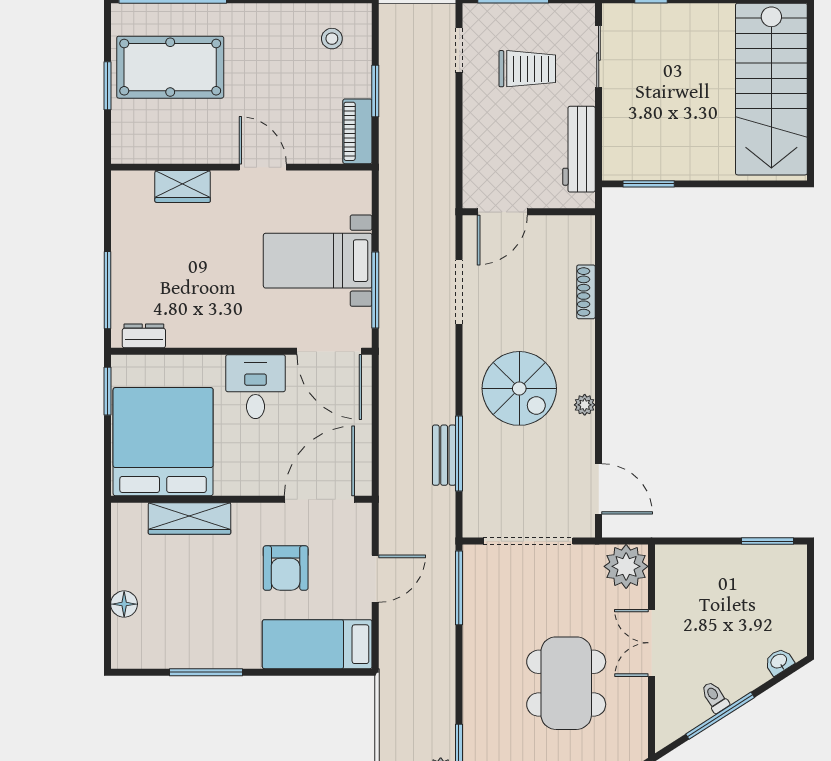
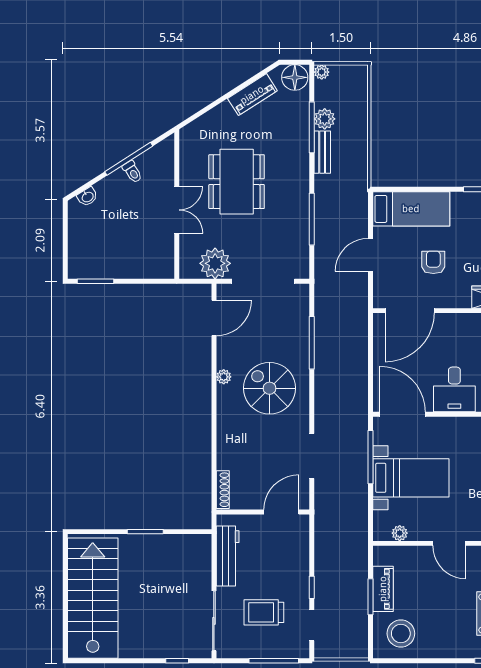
stool: (332, 39) -> (401, 633), width x1.89, depth x1.89
sliding door: (599, 57) -> (214, 621), width x1.37
window: (459, 104) -> (312, 587), added
piano: (357, 131) -> (383, 589), moved
plant: (334, 182) -> (400, 533), added
window: (649, 184) -> (145, 532), moved
shoe rack: (586, 292) -> (223, 490), moved
bench: (444, 455) -> (322, 152), moved
door: (599, 489) -> (214, 318), swing flipped
plant: (626, 566) -> (215, 263), moved
armchair: (286, 568) -> (433, 262), width x0.72, depth x0.72
window: (459, 588) -> (312, 219), moved

